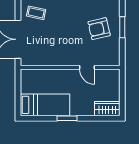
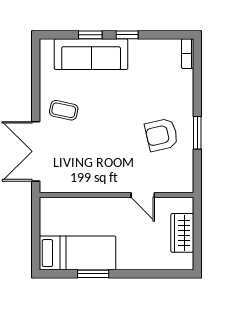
wardrobe: (107, 109) -> (182, 233), moved, turned -90
window: (67, 118) -> (93, 274), moved

